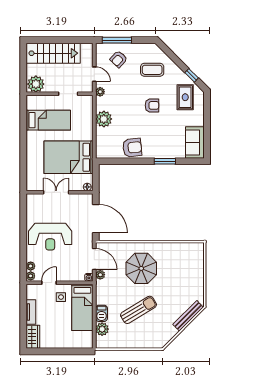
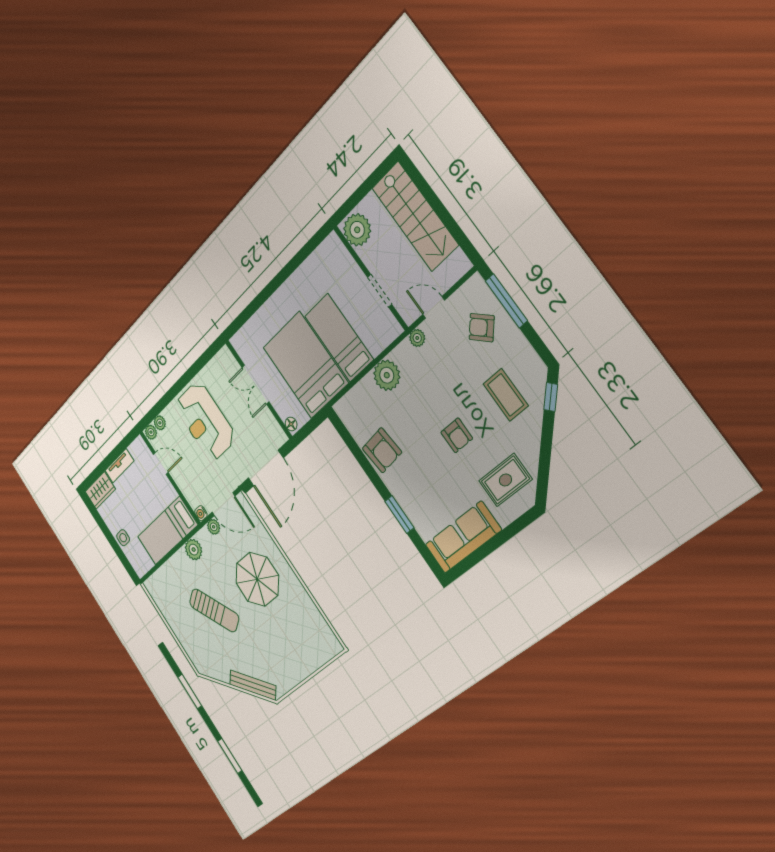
door: (94, 74) -> (434, 307), swing flipped
window: (192, 75) -> (551, 397), moved
bed: (48, 120) -> (339, 338), moved, turned 180
sofa: (195, 143) -> (463, 537), width x1.36
double door: (56, 192) -> (255, 385), swing flipped
door: (94, 259) -> (223, 504), hinge flipped
side table: (61, 297) -> (123, 538), moved
barbecue: (102, 313) -> (178, 562), removed
plant: (102, 329) -> (194, 550), moved

